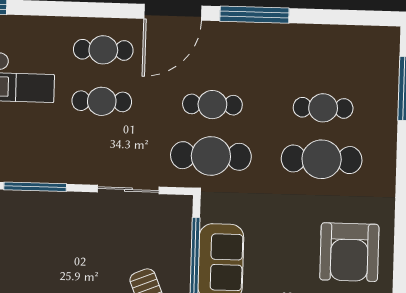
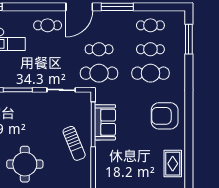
cafe table: (102, 101) -> (150, 25), moved
armchair: (349, 252) -> (165, 116), turned 90

